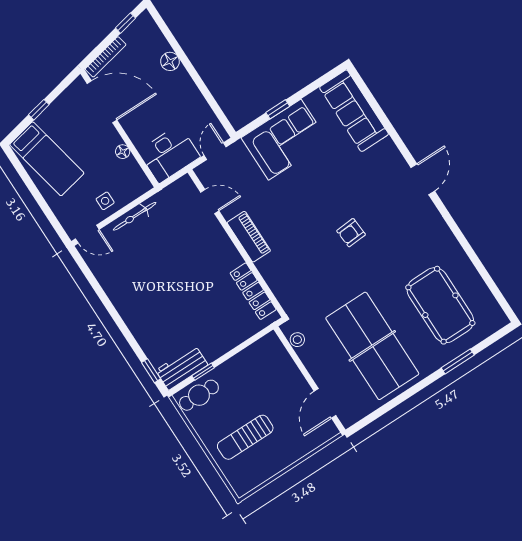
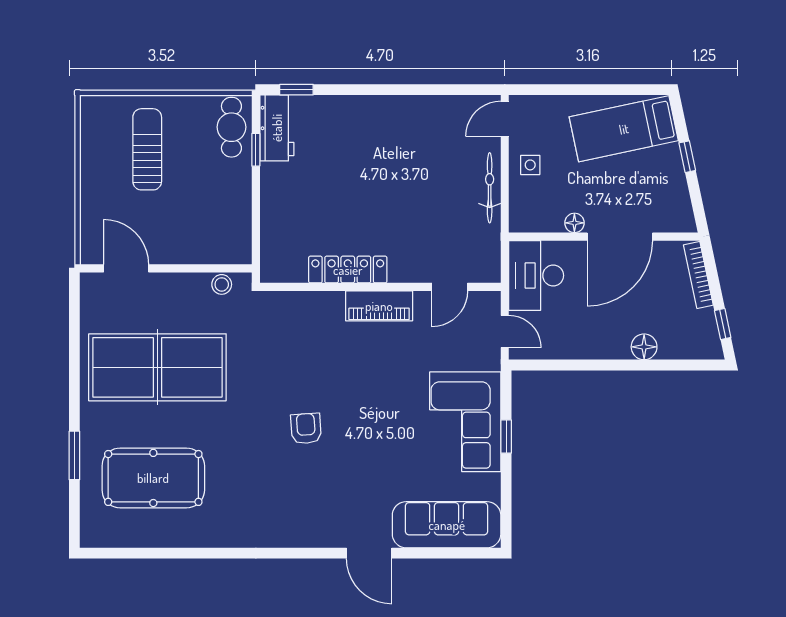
door: (102, 102) -> (620, 237), moved
door: (423, 179) -> (369, 553), moved
locker: (253, 291) -> (348, 270), moved

